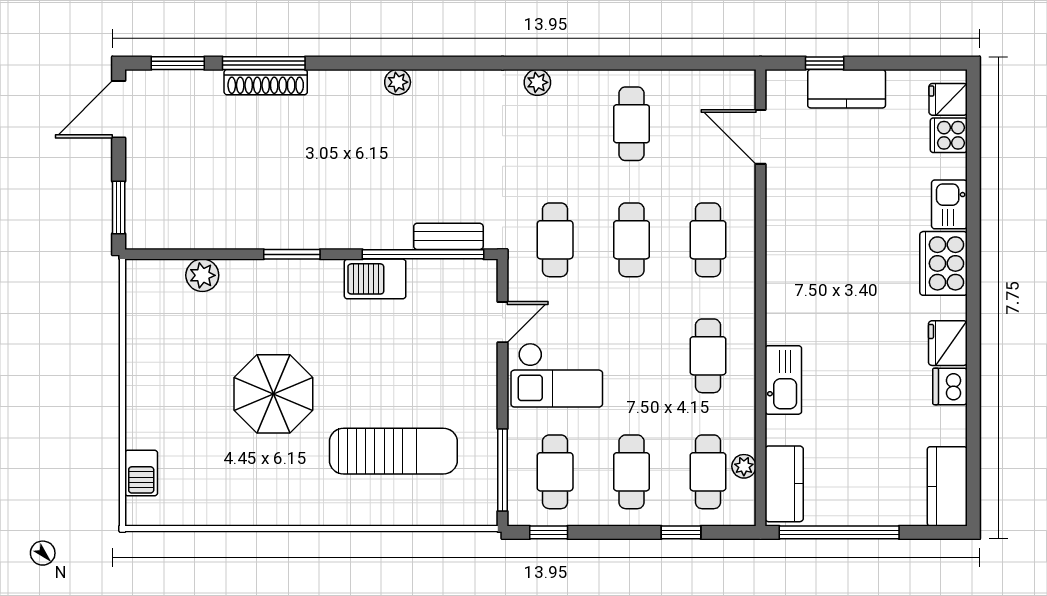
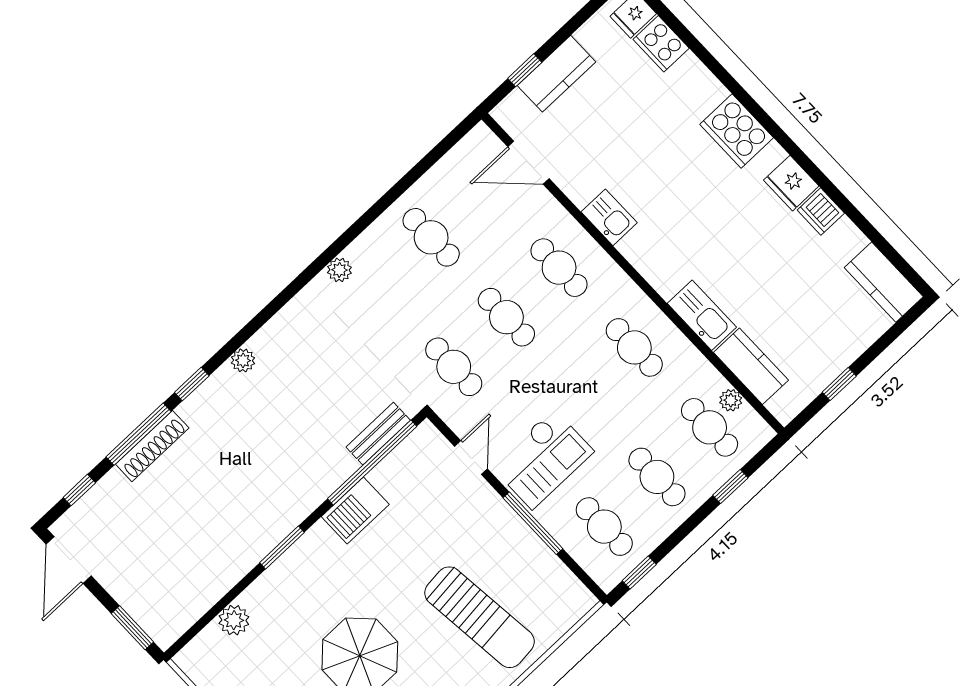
window: (178, 63) -> (79, 490), width x0.67
window: (341, 63) -> (192, 384), added
cooker: (949, 135) -> (661, 44), width x1.36
kitchen sink: (949, 204) -> (609, 217), moved, turned 180
sun lounger: (393, 451) -> (480, 617), turned 84
window: (503, 470) -> (533, 523), moved
kitchen counter: (784, 484) -> (751, 366), moved
window: (839, 532) -> (839, 384), width x0.32

